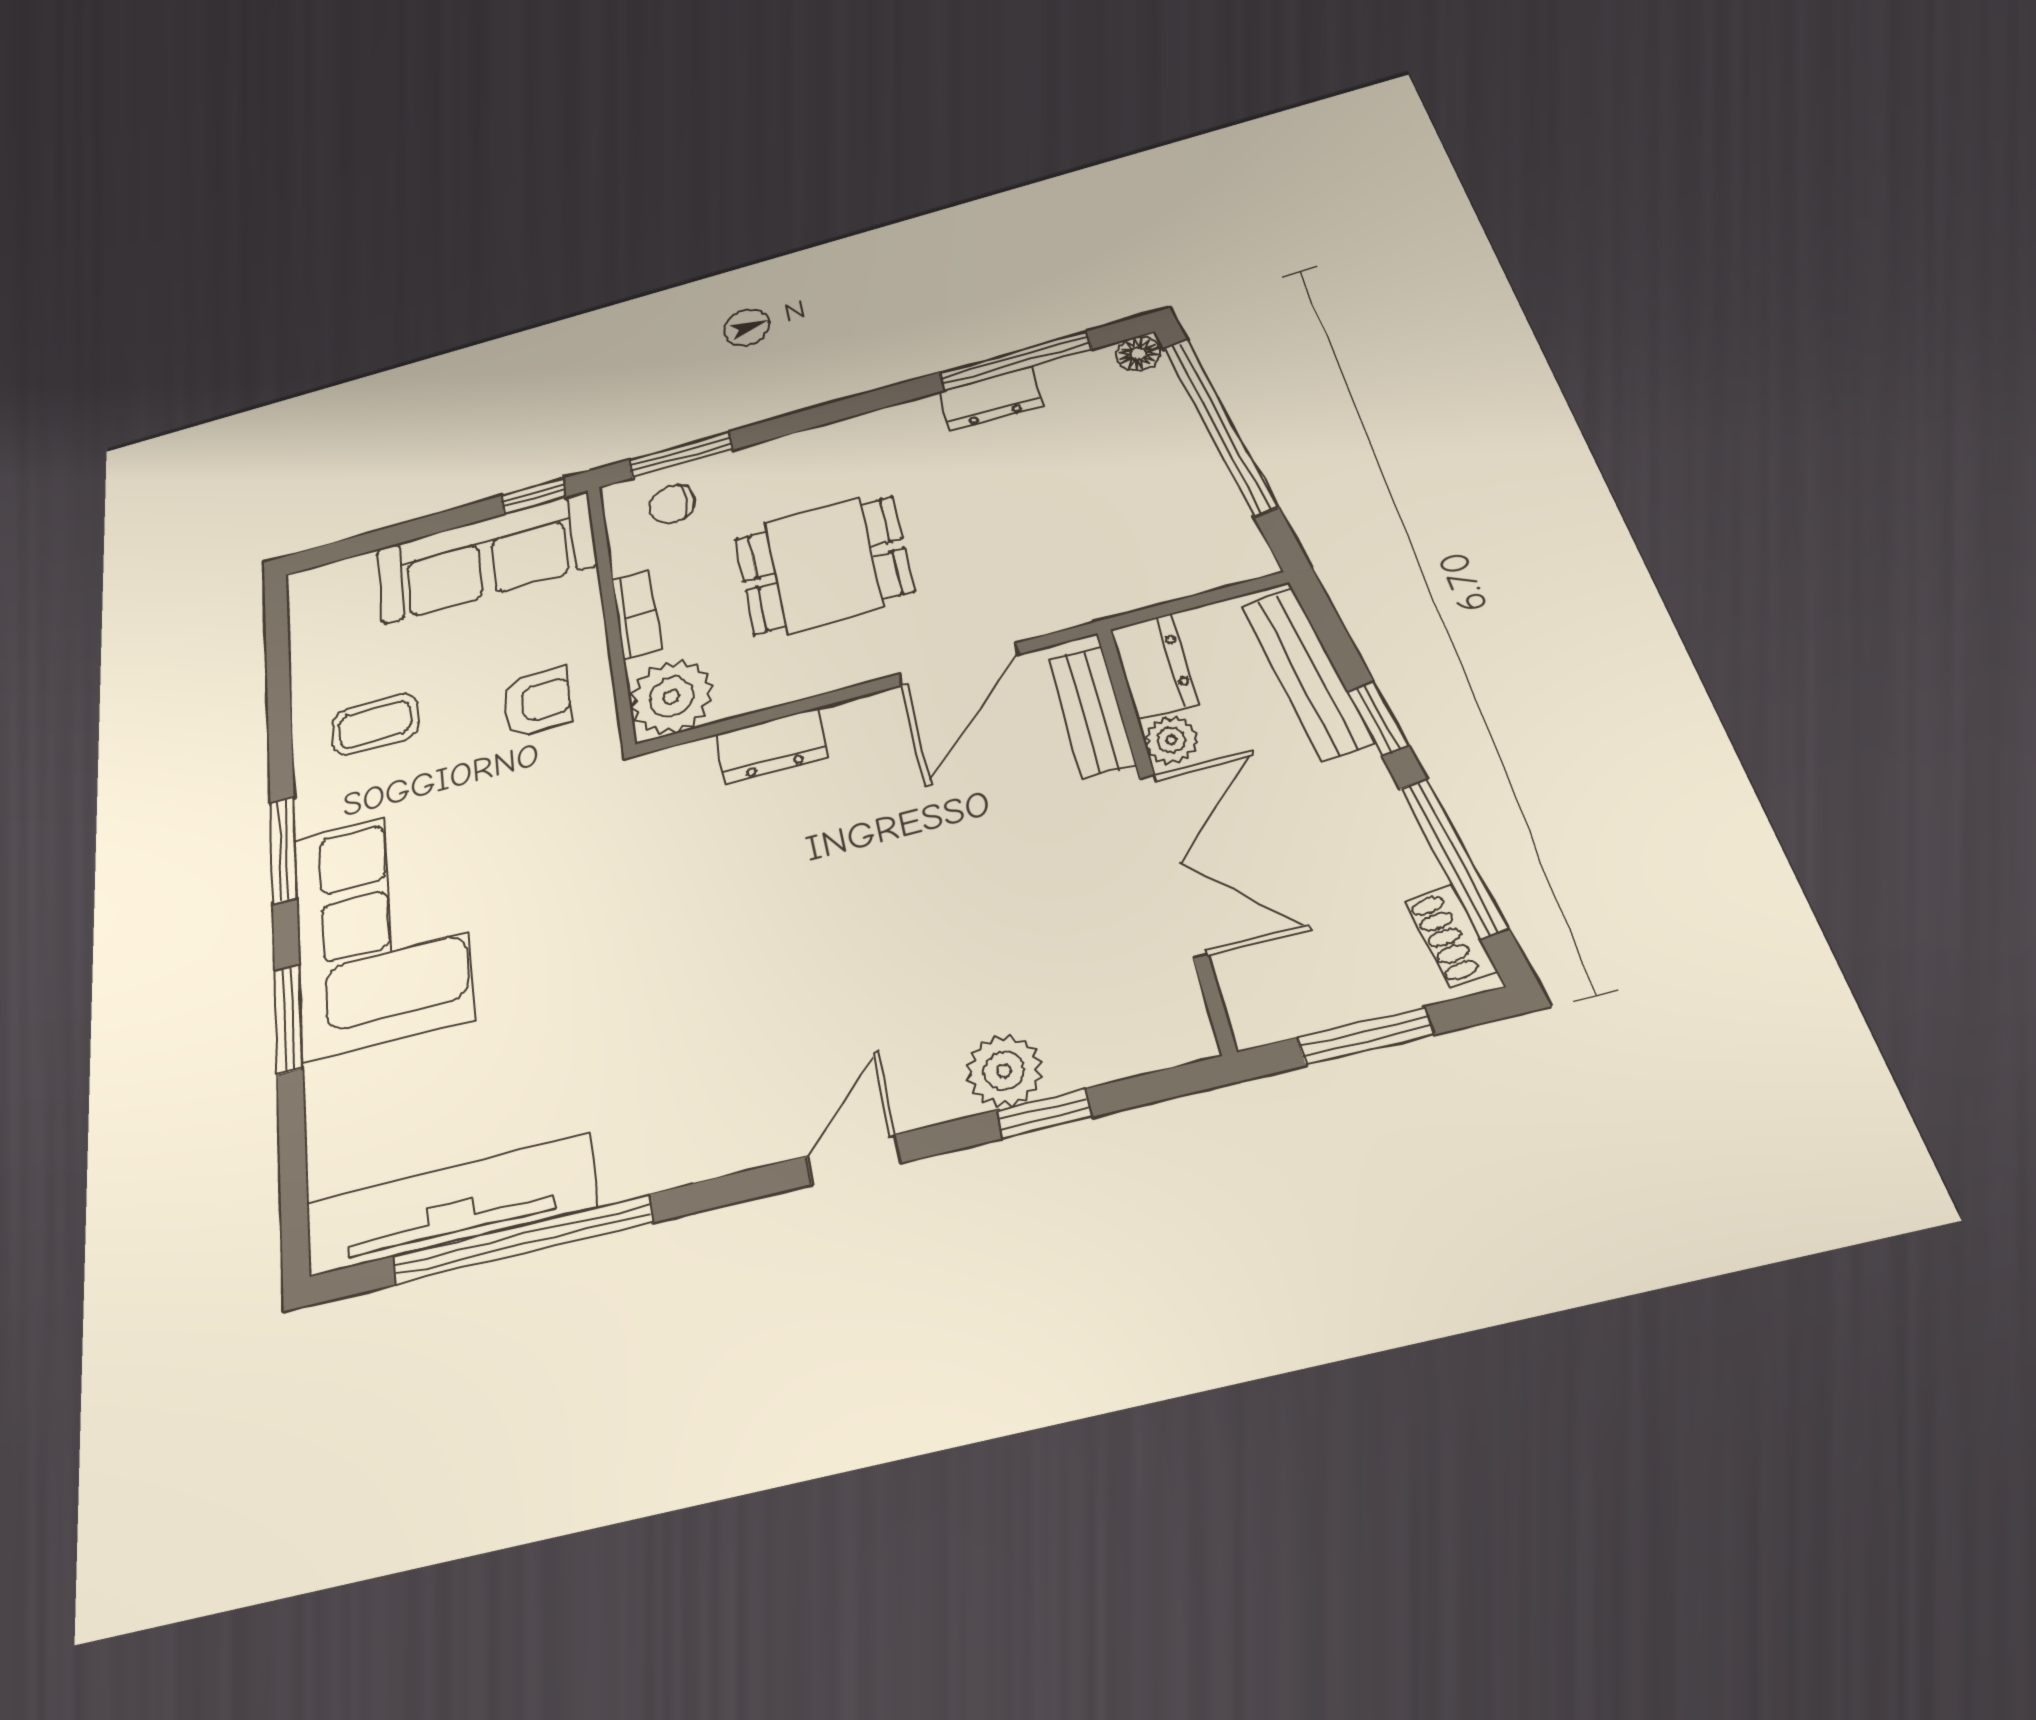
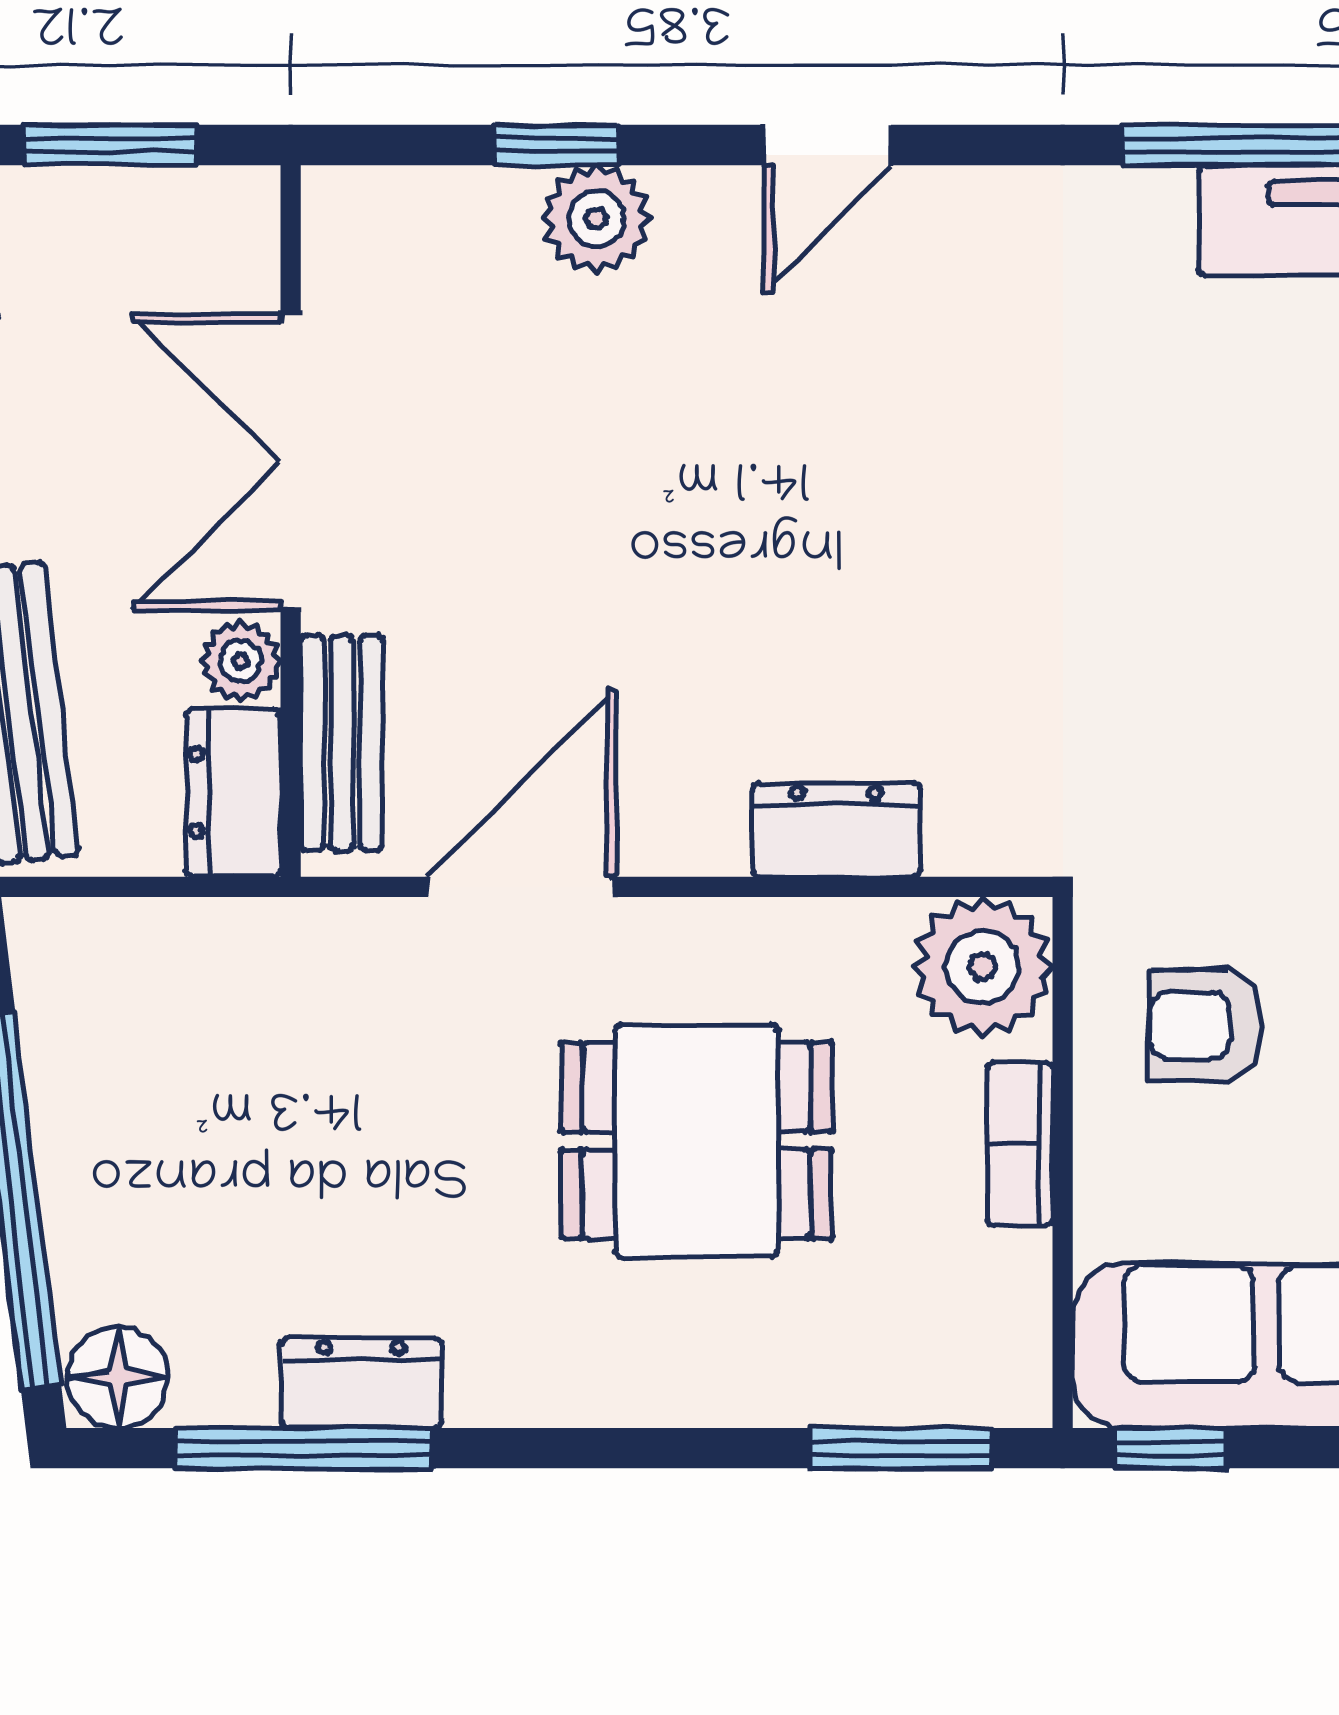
floor lamp: (1138, 354) -> (118, 1378), width x1.37, depth x1.37
chair: (672, 504) -> (930, 1348), removed

